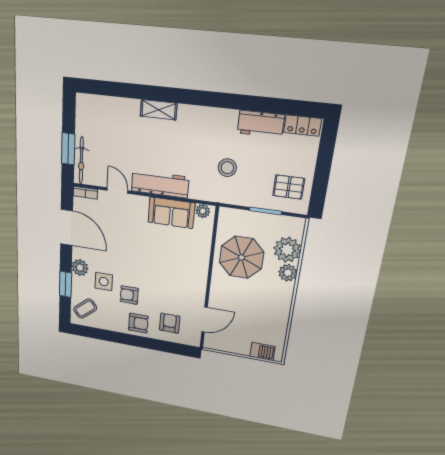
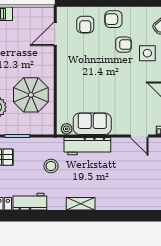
shelving: (159, 110) -> (81, 204), moved
workbench: (160, 184) -> (87, 146), moved

